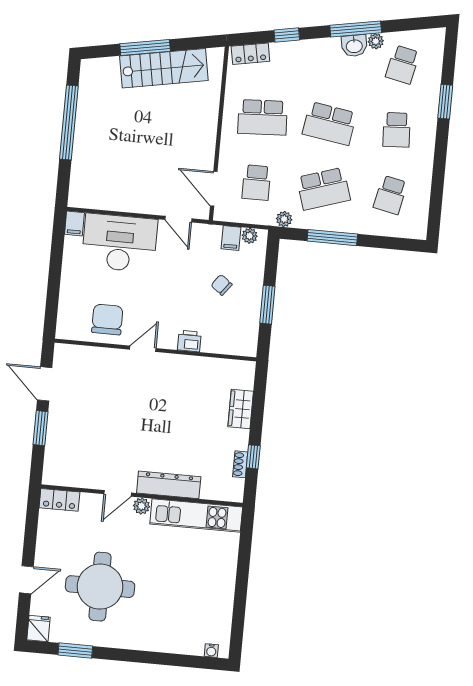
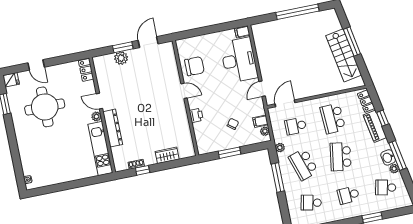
piano: (296, 52) -> (375, 126), added
plant: (57, 436) -> (121, 58), added

